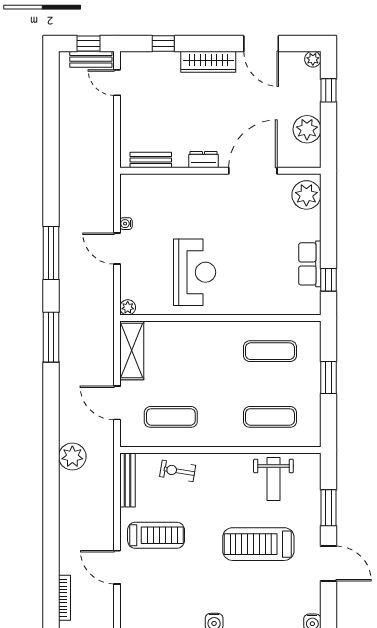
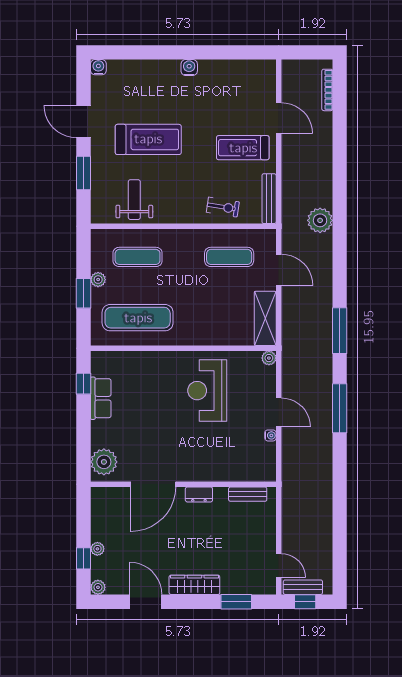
window: (163, 44) -> (236, 602), width x1.50
plant: (307, 129) -> (97, 549), moved, width x0.53, depth x0.53
exercise mat: (270, 351) -> (138, 318), width x1.36, depth x1.45
plant: (313, 392) -> (98, 280), added

